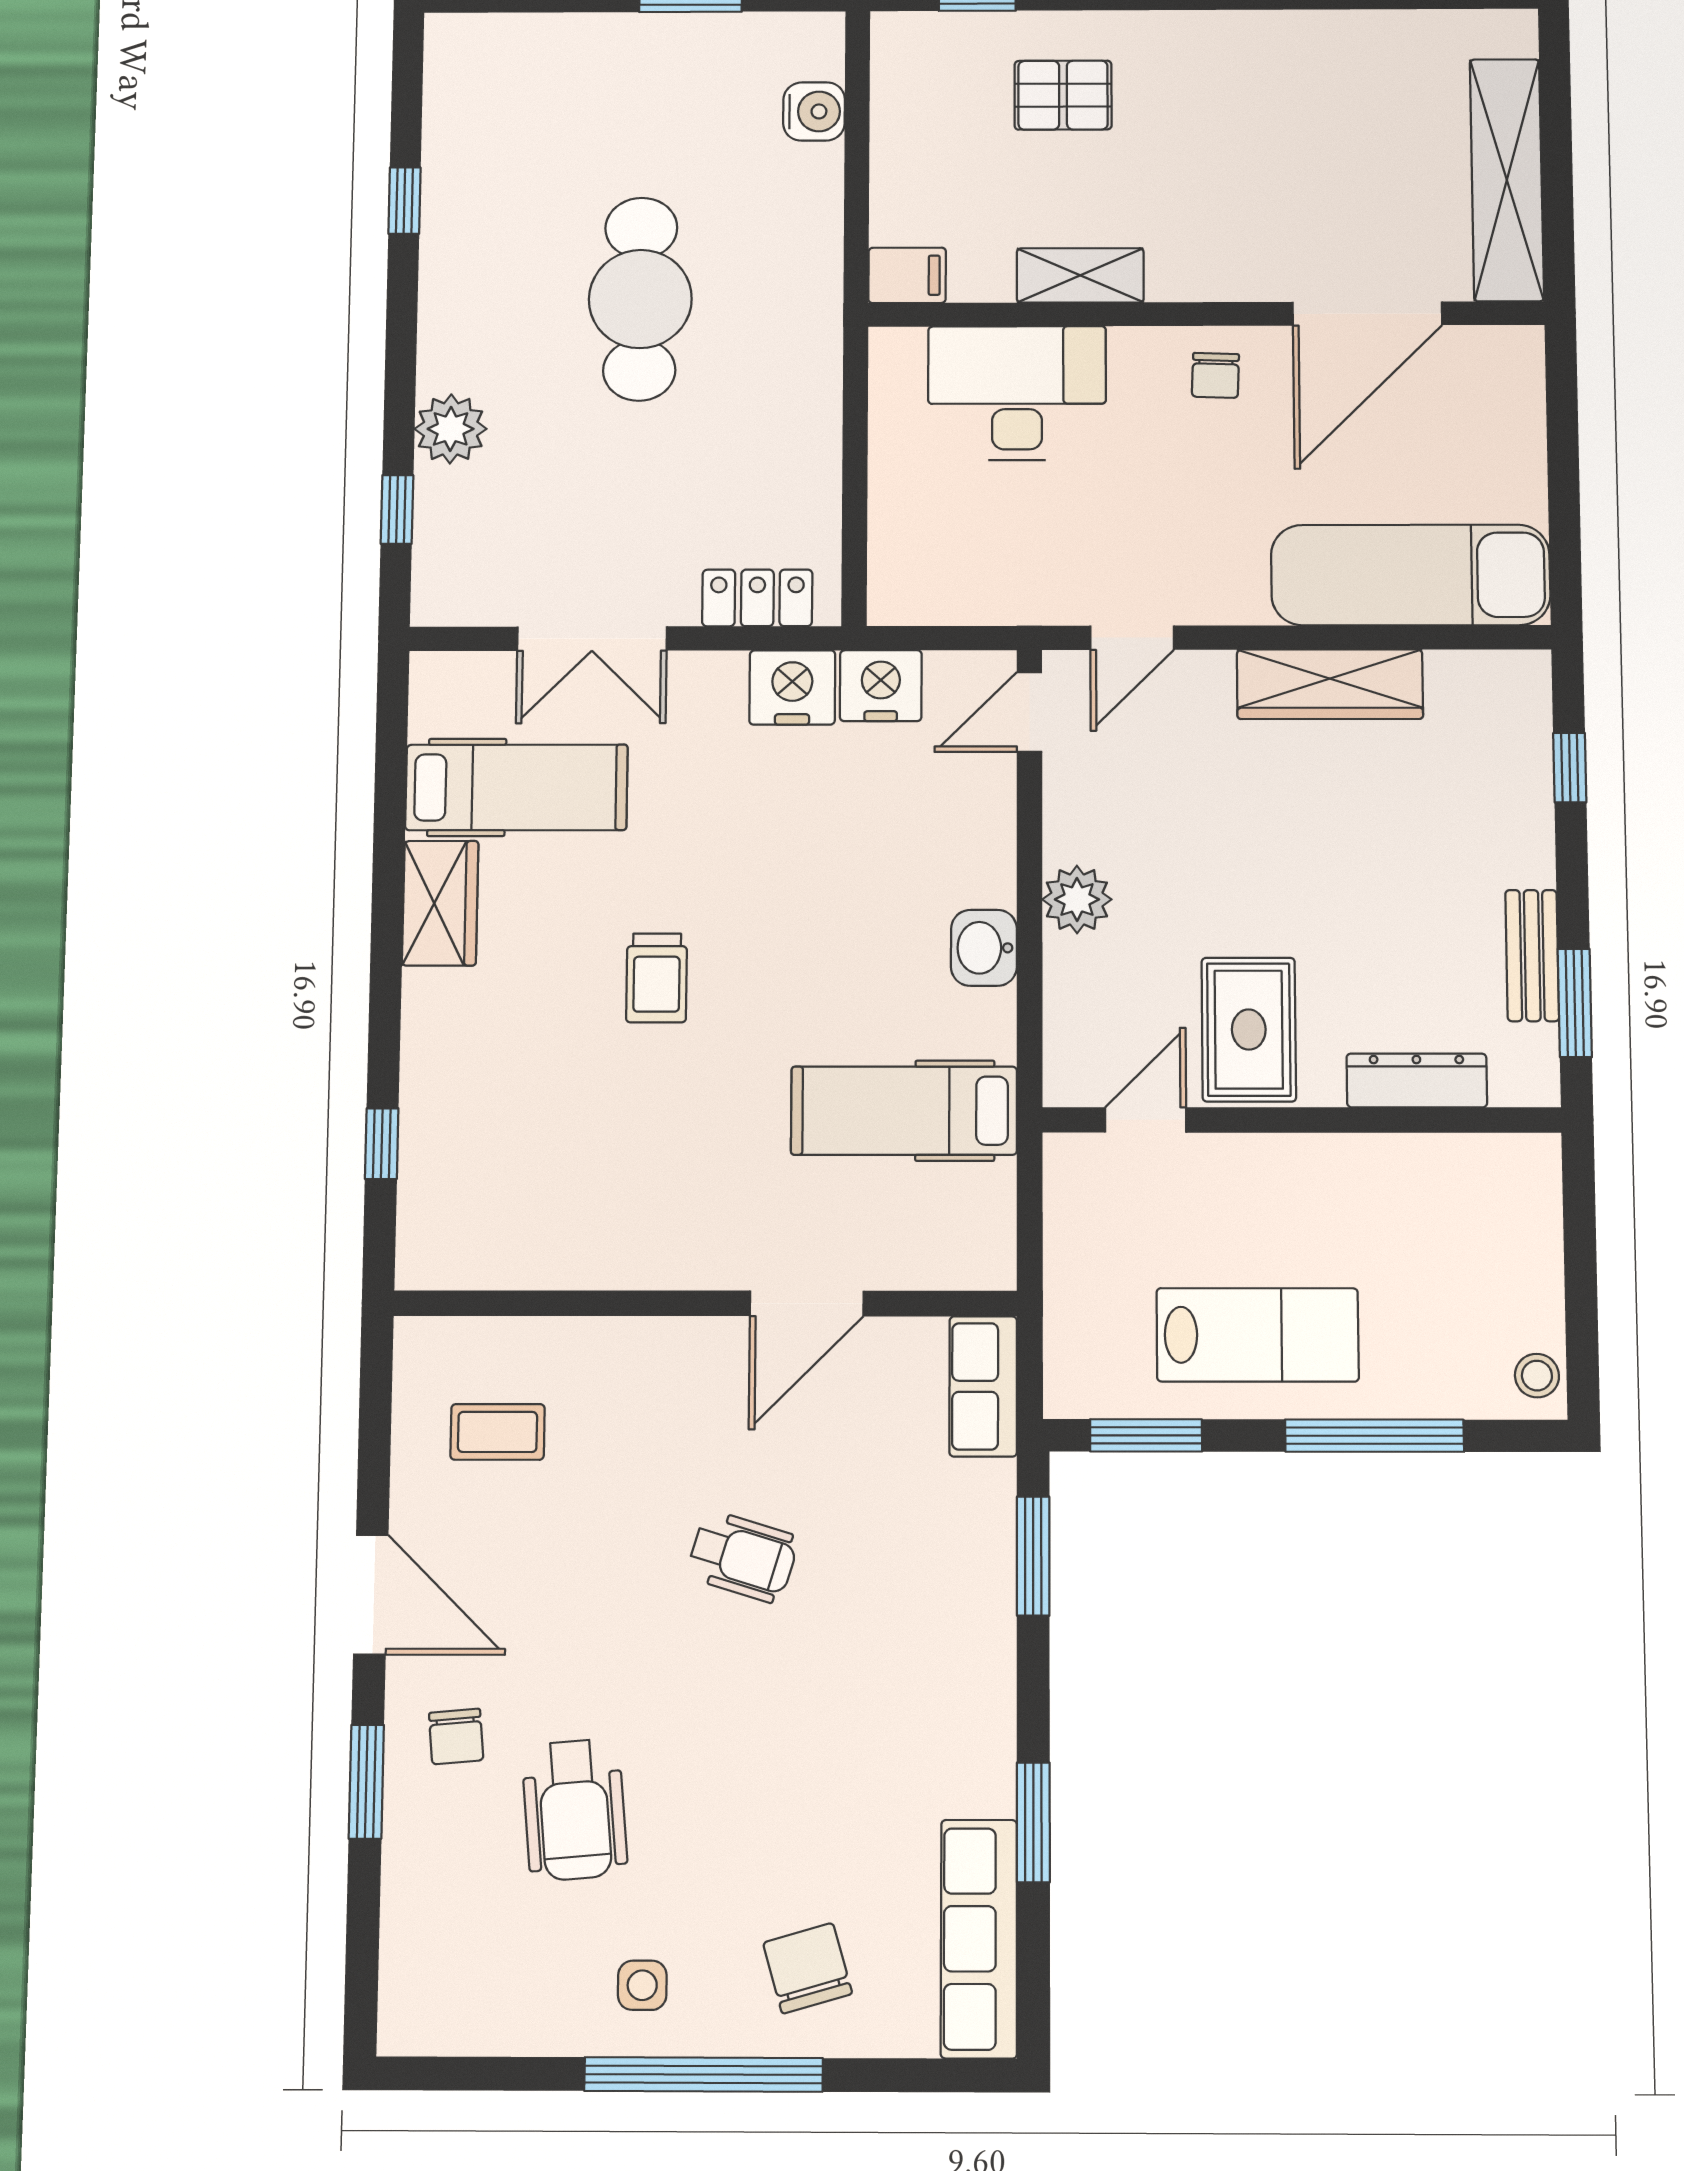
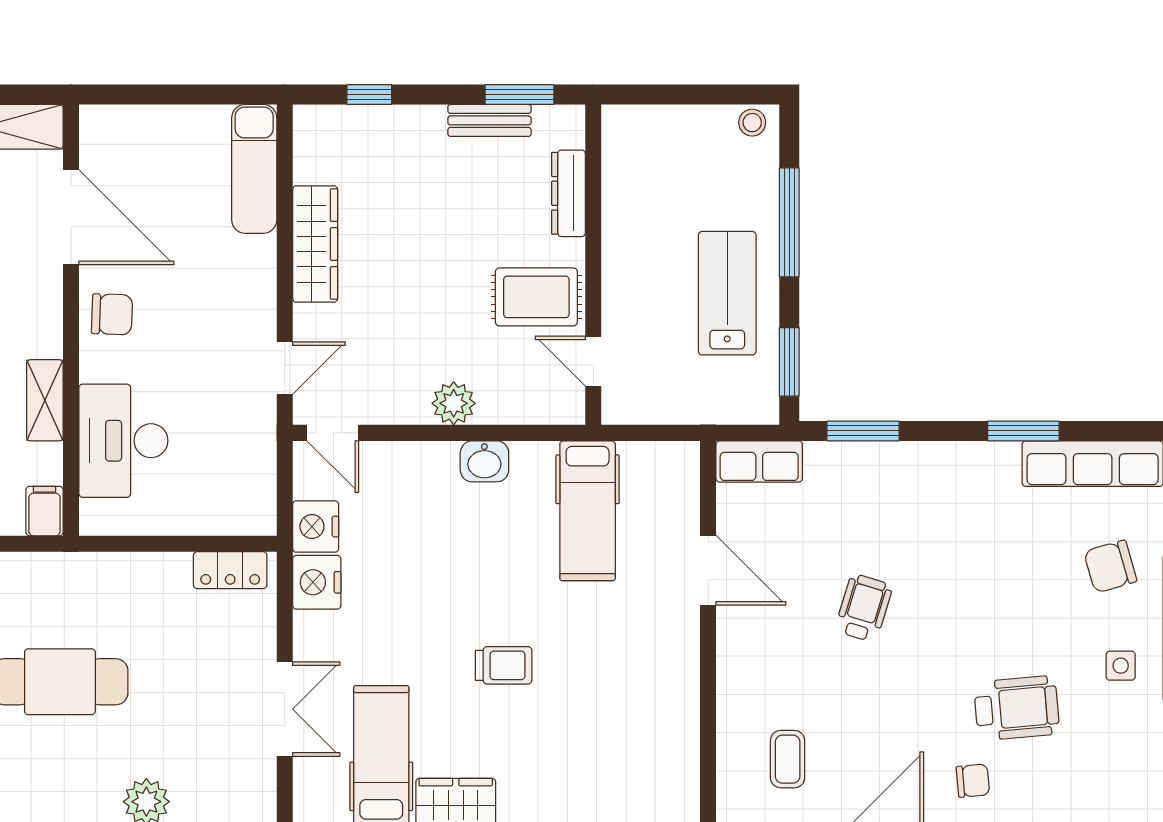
chair: (1215, 375) -> (112, 314), width x1.37, depth x1.37
exam couch: (1411, 575) -> (254, 169), width x0.73, depth x0.69
locker: (757, 598) -> (230, 570), moved, turned -90
door: (1132, 638) -> (285, 368), hinge flipped

